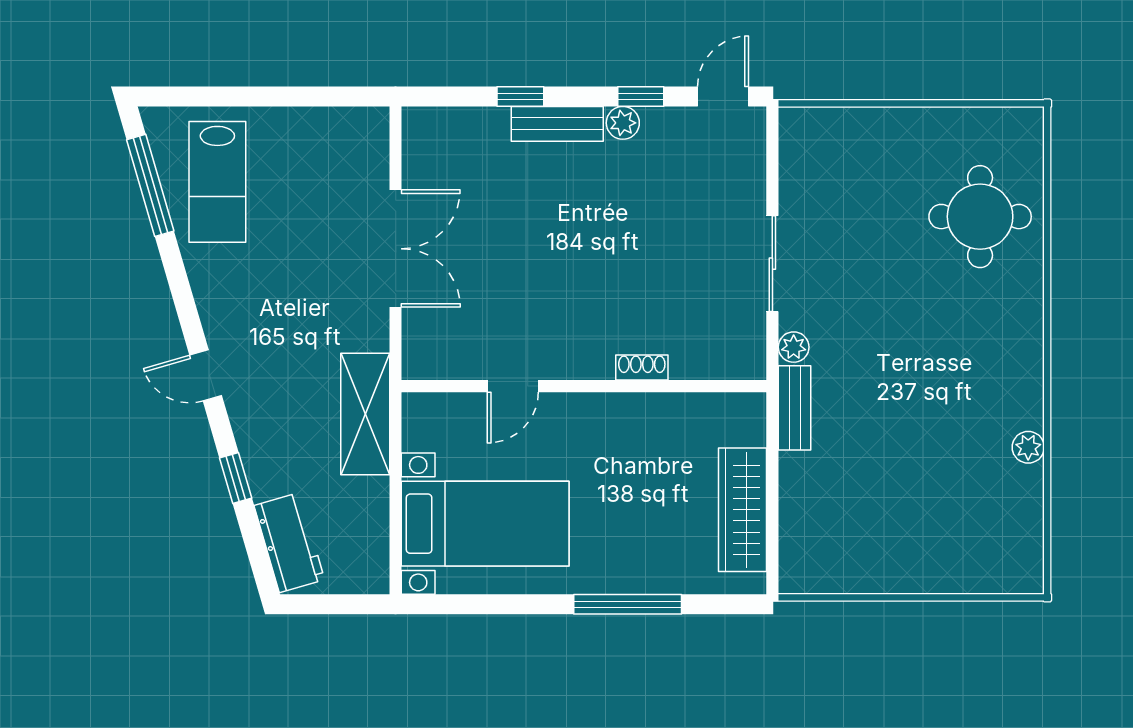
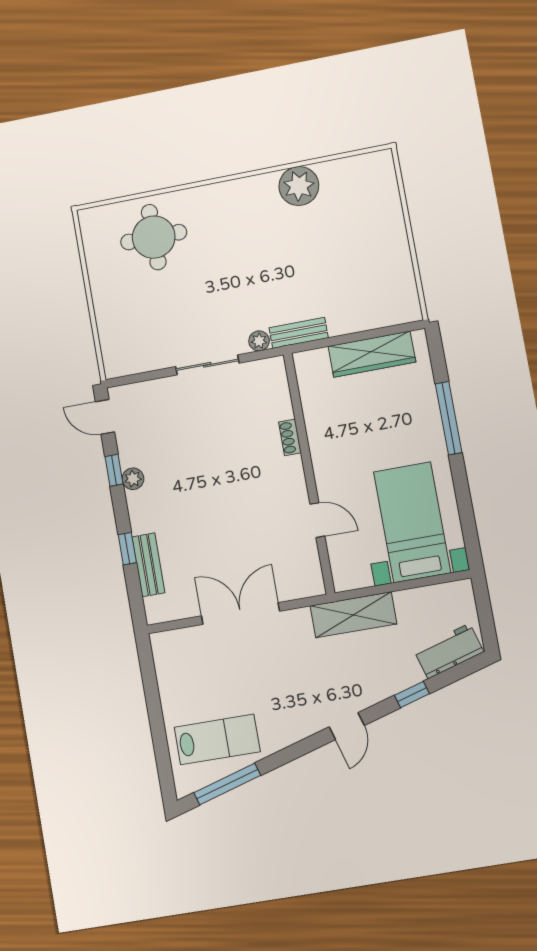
bench: (557, 124) -> (148, 565), moved
plant: (1028, 447) -> (299, 186), width x1.87, depth x1.87

